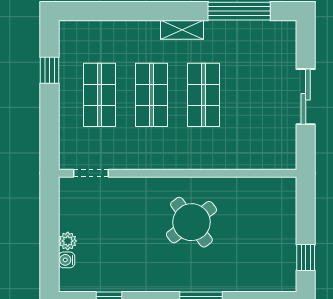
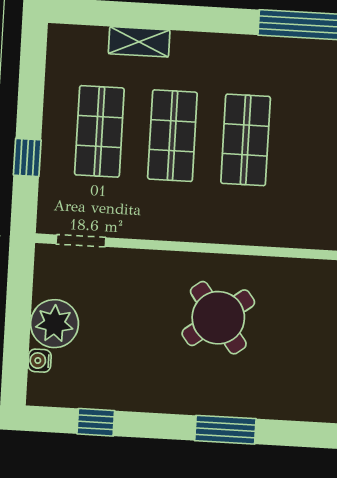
shelving: (182, 30) -> (139, 42), moved
window: (49, 70) -> (27, 158), moved
plant: (68, 241) -> (54, 324), width x1.87, depth x1.87

